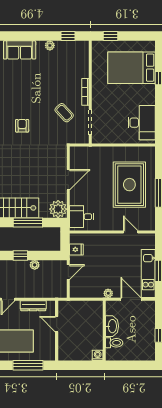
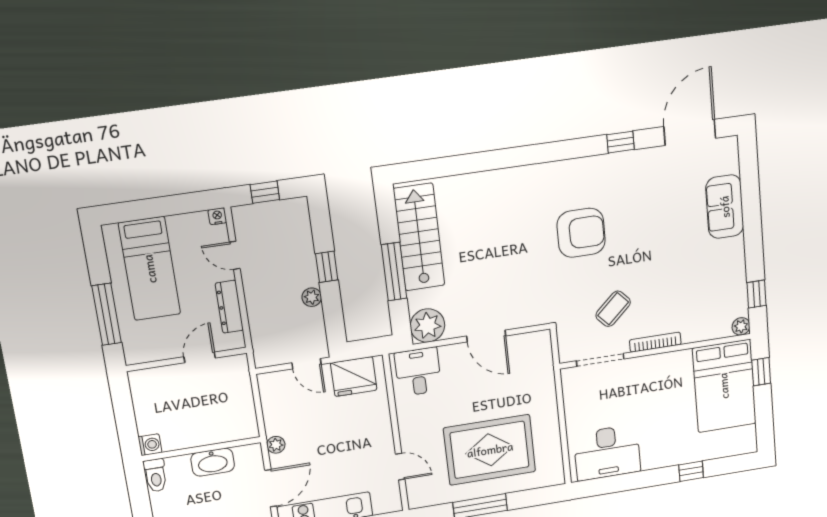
plant: (50, 45) -> (741, 326), moved
bed: (132, 68) -> (724, 386), moved, turned 180
armchair: (22, 126) -> (581, 233), width x1.88, depth x1.88
door: (131, 232) -> (400, 467), hinge flipped
fridge: (76, 249) -> (354, 376), width x1.88, depth x1.34
toilet: (114, 343) -> (155, 475), moved

